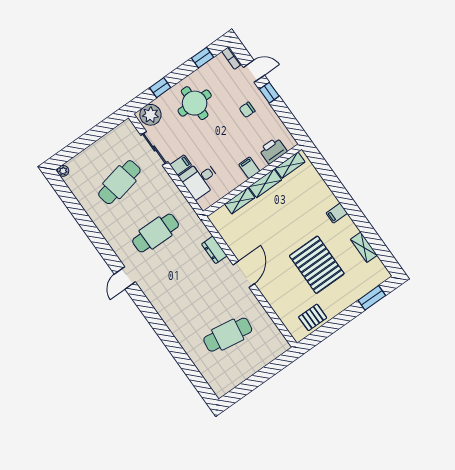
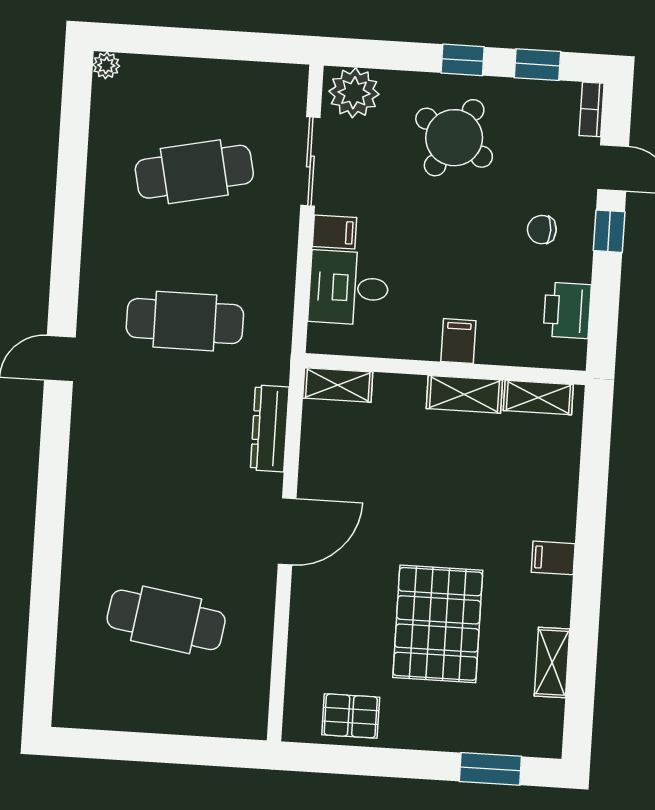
window: (160, 88) -> (463, 60), moved
round table: (195, 103) -> (454, 138), turned 31
printer: (273, 151) -> (567, 310), moved, turned -90
shelving: (240, 201) -> (338, 385), moved
dresser: (214, 250) -> (270, 428), width x1.44

